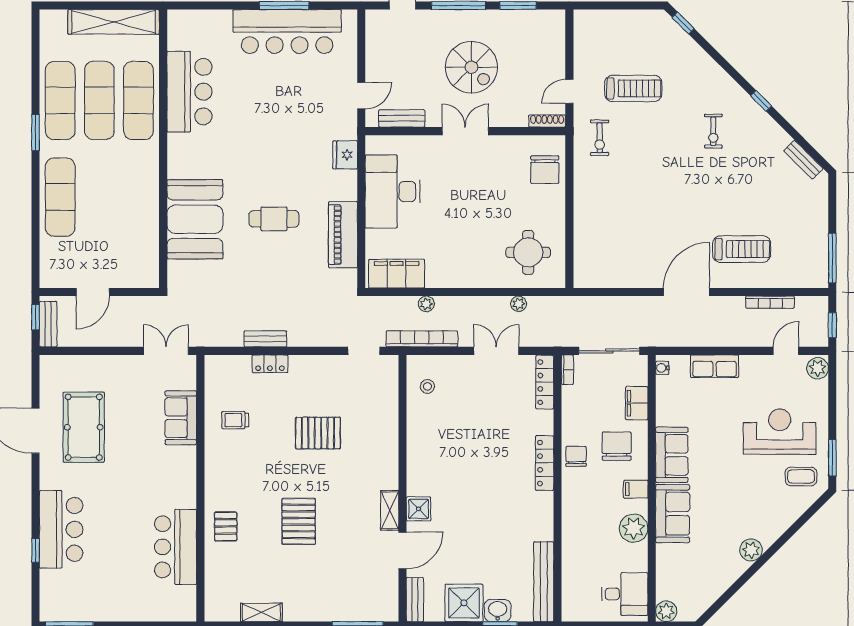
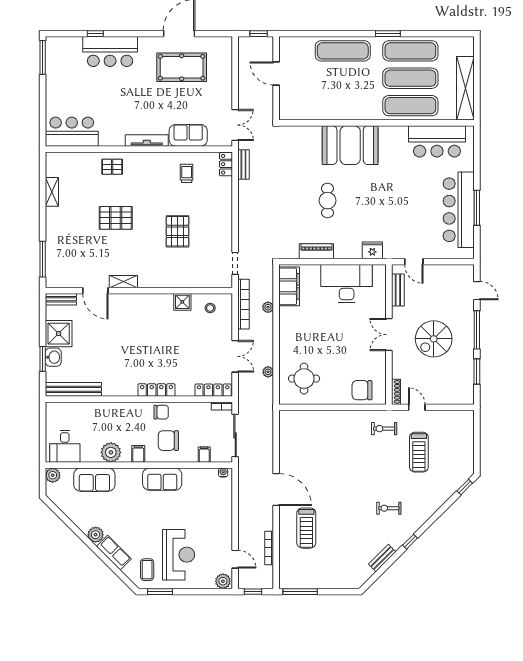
bar counter: (189, 92) -> (437, 141), moved
double door: (465, 131) -> (389, 335), swing flipped
bench: (803, 160) -> (382, 558), moved
booth: (195, 219) -> (350, 145), moved
piano: (343, 235) -> (316, 251), width x0.73, depth x0.75
bench: (48, 324) -> (254, 42), removed
bench: (265, 339) -> (243, 164), moved
locker: (270, 364) -> (226, 164), moved
row of seats: (714, 366) -> (114, 553), moved, turned 135
filing cabinet: (637, 403) -> (204, 455), width x0.50
chair: (617, 446) -> (168, 441), turned 180
tv unit: (188, 477) -> (147, 140), added
shower: (419, 509) -> (182, 302), moved
sofa: (673, 514) -> (94, 480), moved
bar counter: (176, 547) -> (72, 132), moved

